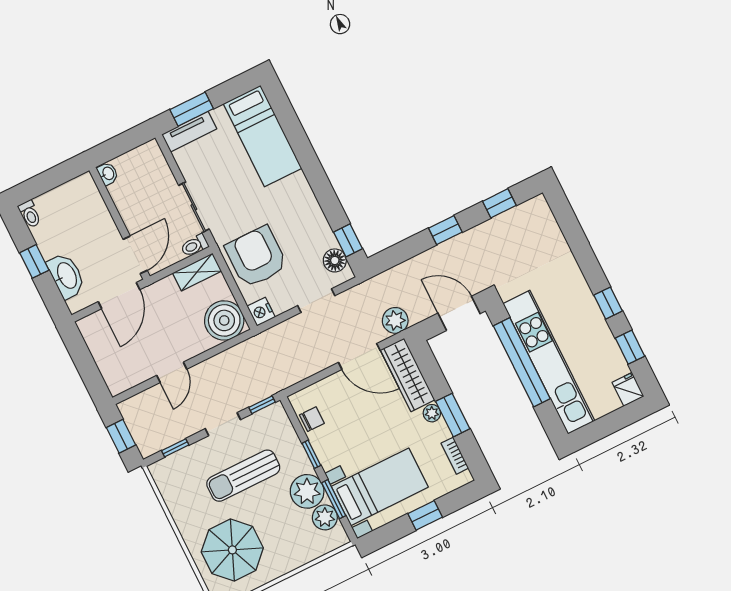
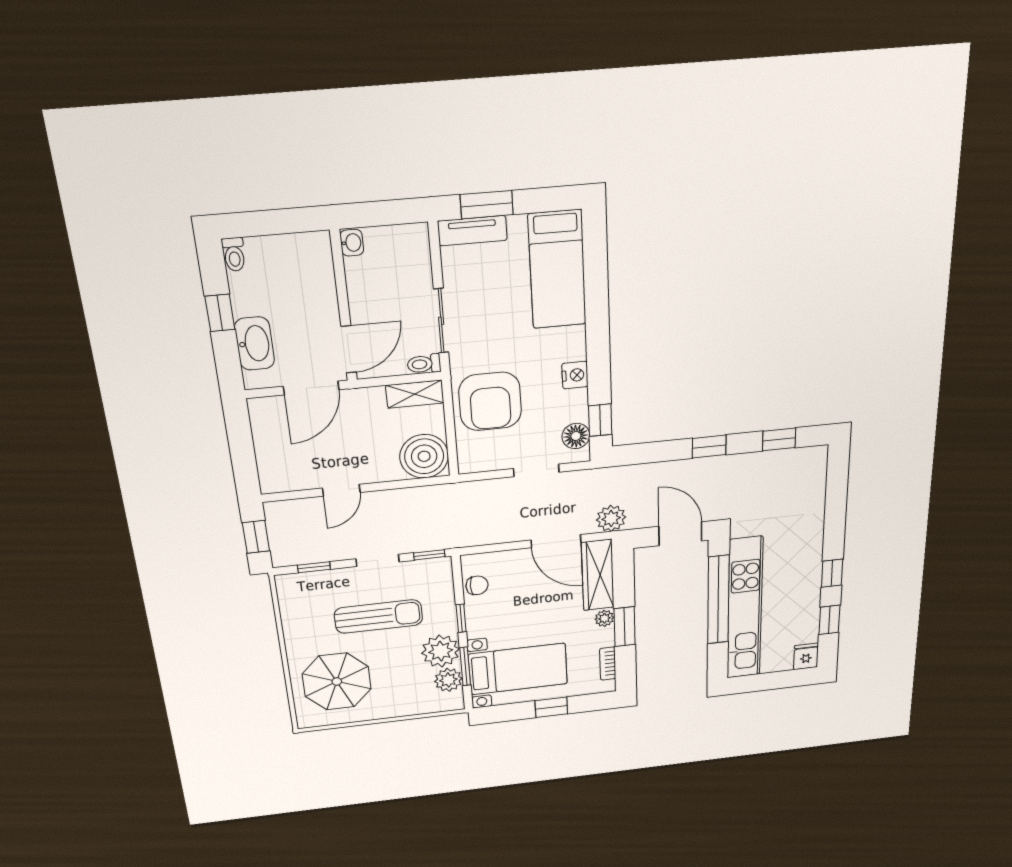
armchair: (256, 257) -> (490, 401), turned 180
nightstand: (261, 312) -> (575, 375), moved, turned 180
sun lounger: (243, 476) -> (379, 616), turned 180

